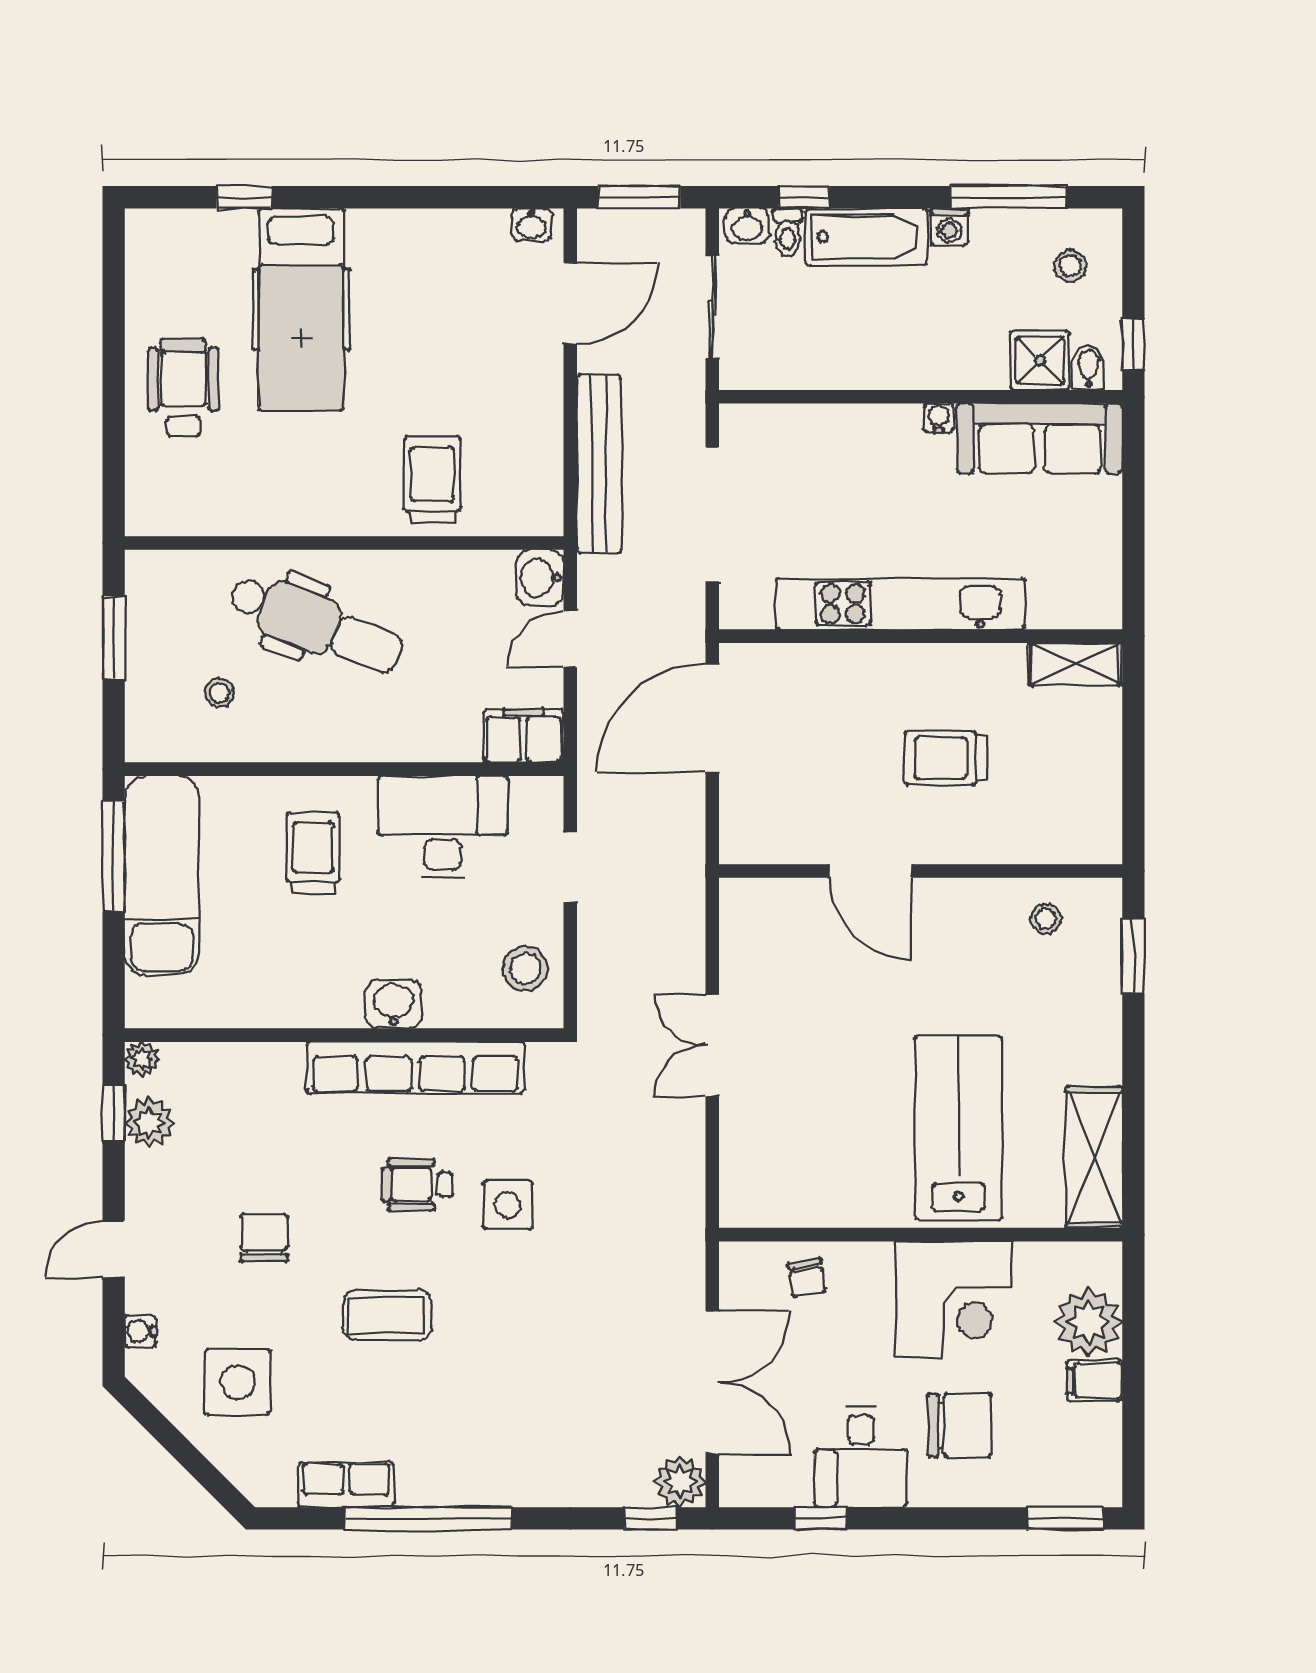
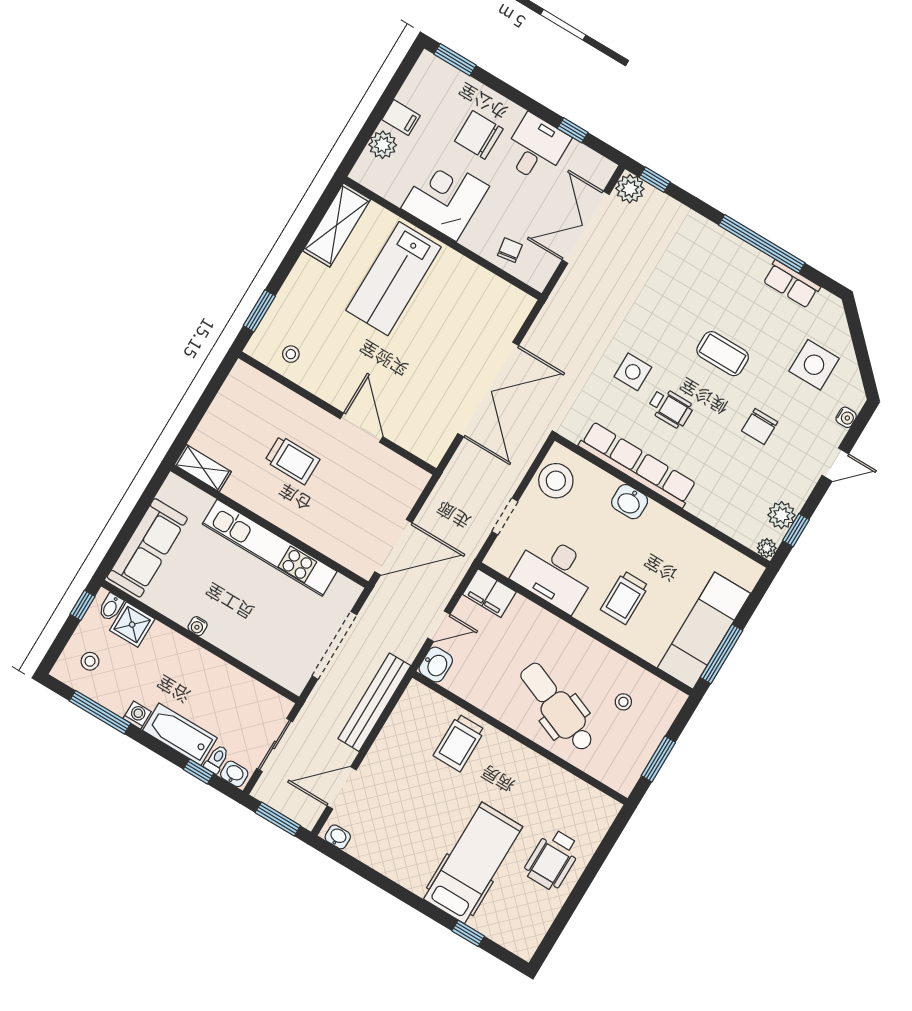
sofa: (1040, 439) -> (147, 548), moved, turned 90
stool: (525, 968) -> (556, 481), width x1.38, depth x1.38
double door: (712, 1045) -> (488, 390), width x1.87
plant: (1088, 1322) -> (383, 145), width x0.73, depth x0.73

